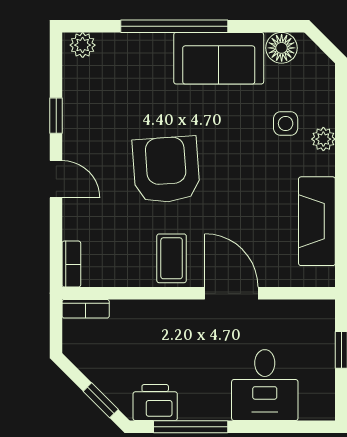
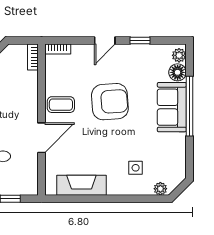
floor lamp: (282, 48) -> (178, 72), moved
sofa: (219, 58) -> (172, 107), moved
plant: (323, 139) -> (160, 189), moved

